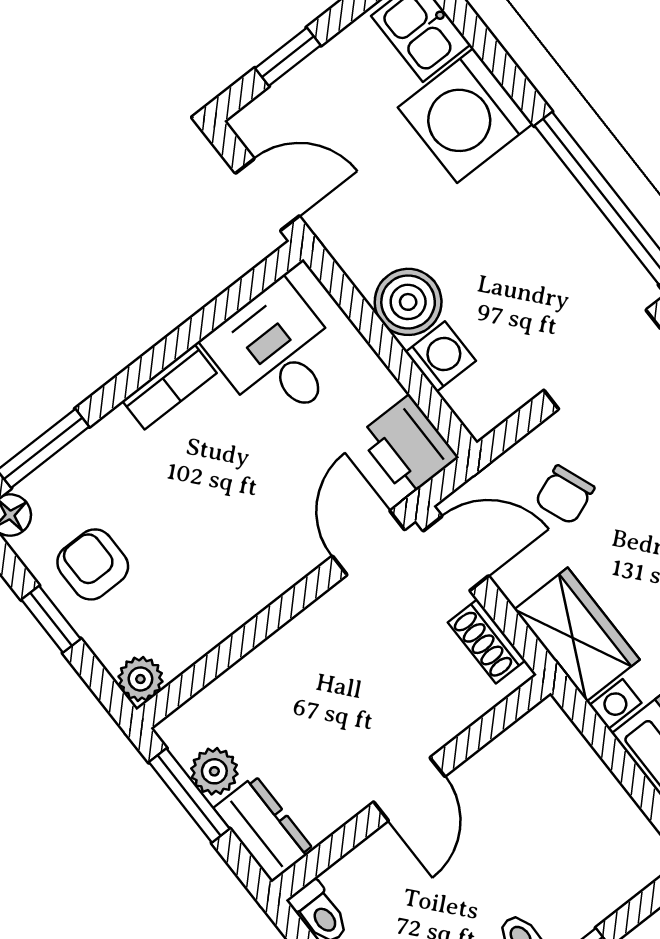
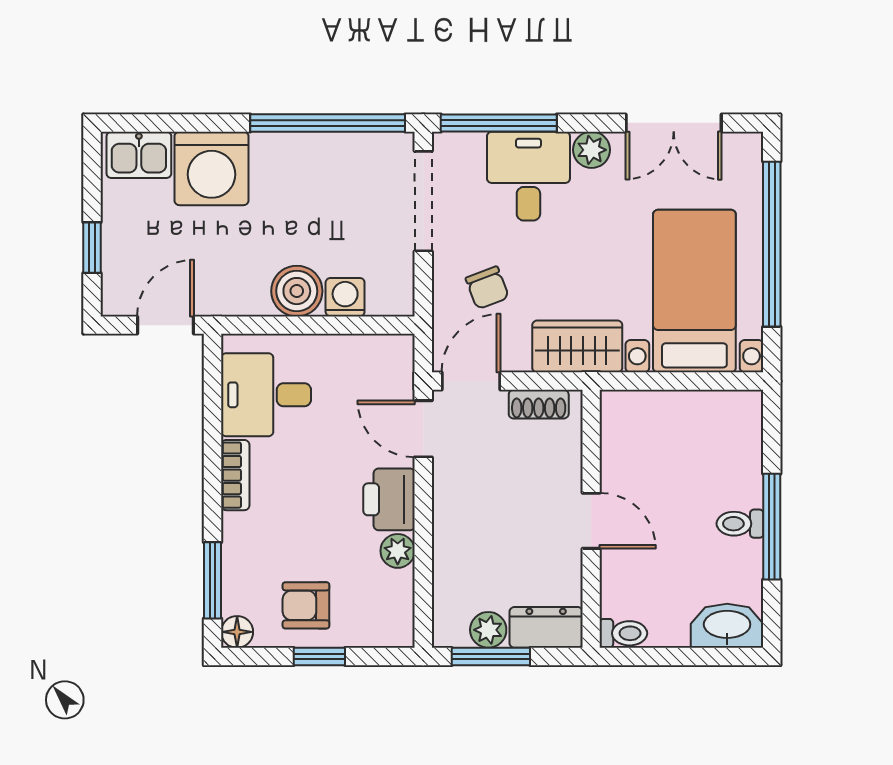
printer: (408, 446) -> (389, 499), moved, turned 90
plant: (140, 679) -> (398, 551), moved

